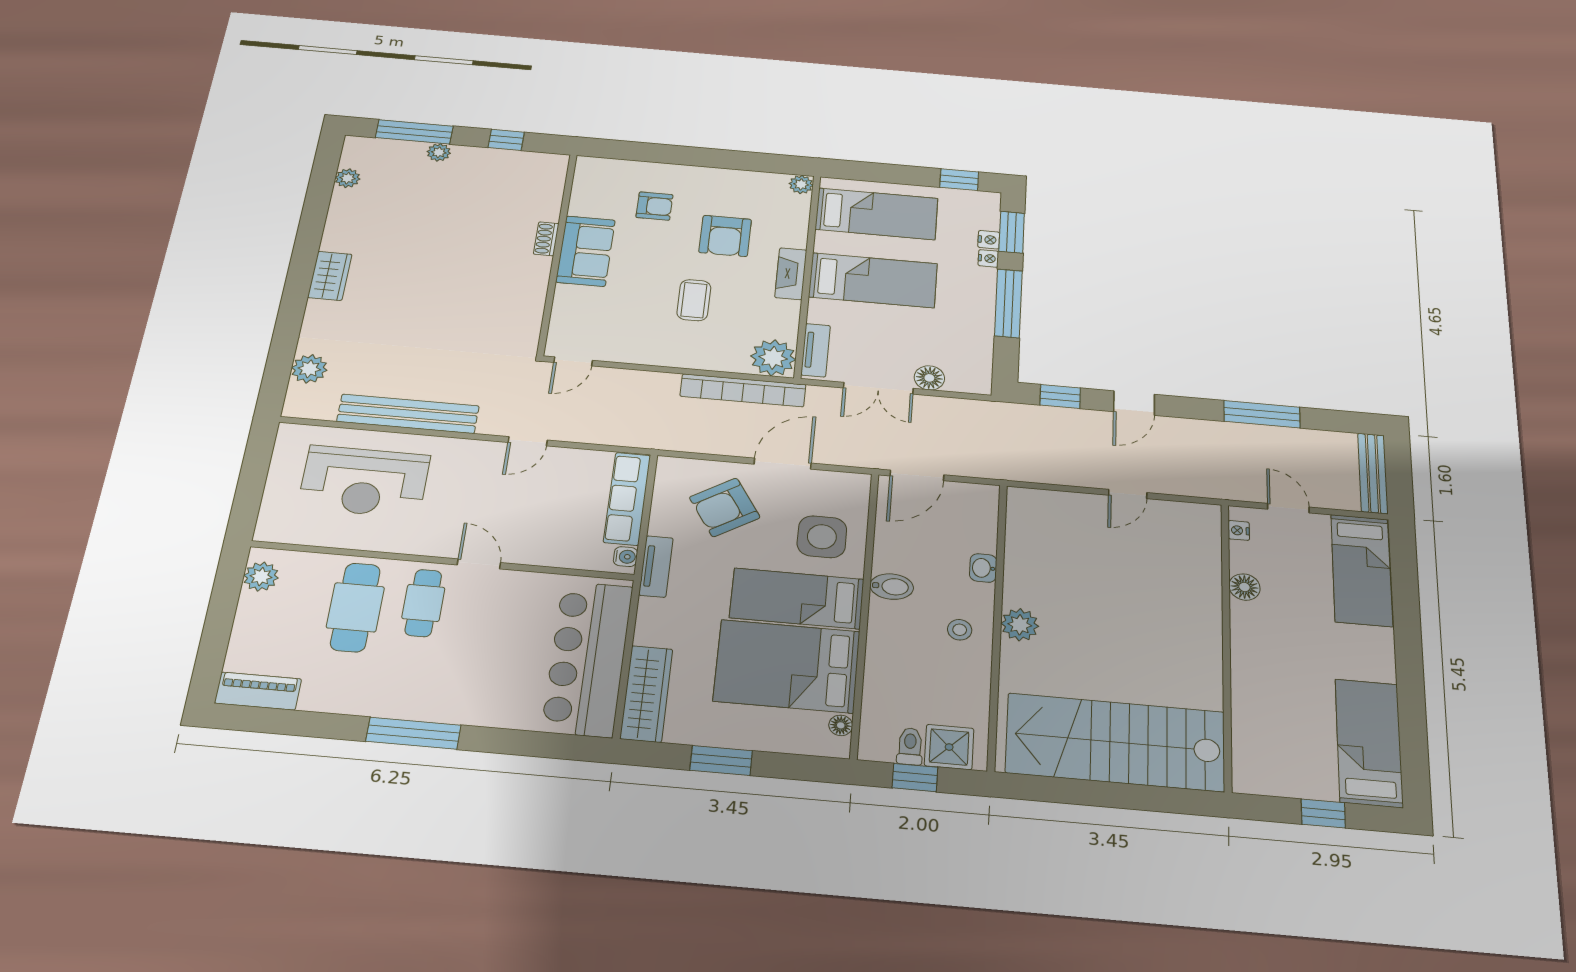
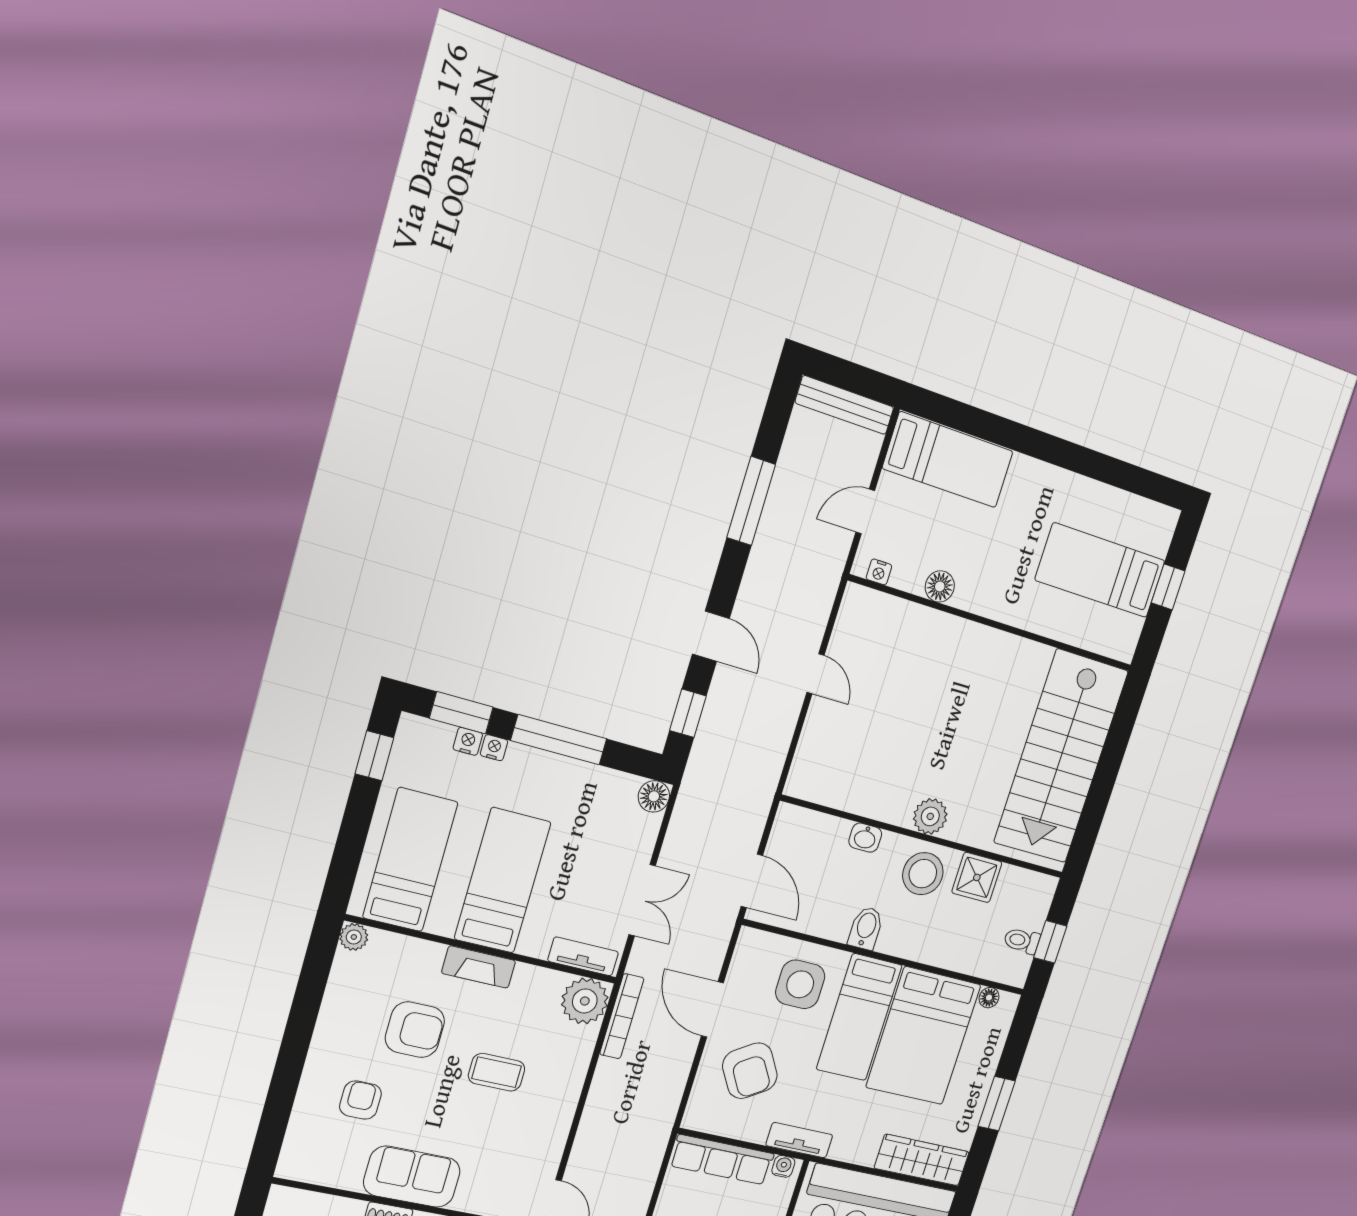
floor lamp: (929, 378) -> (654, 796), moved
bookcase: (743, 390) -> (622, 1016), width x0.68, depth x0.76
stool: (960, 630) -> (923, 874), width x1.89, depth x1.89
bed: (1369, 743) -> (1100, 570), moved
shower: (949, 747) -> (977, 877), moved

